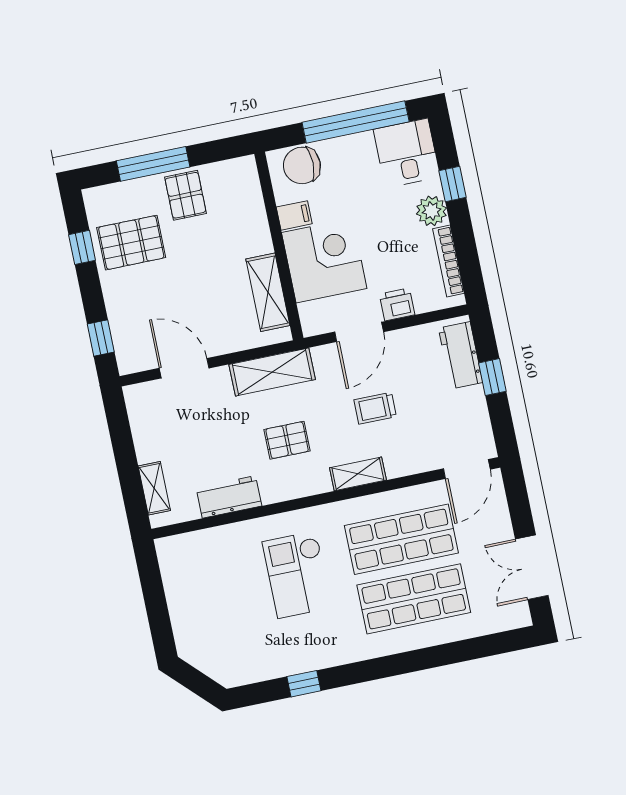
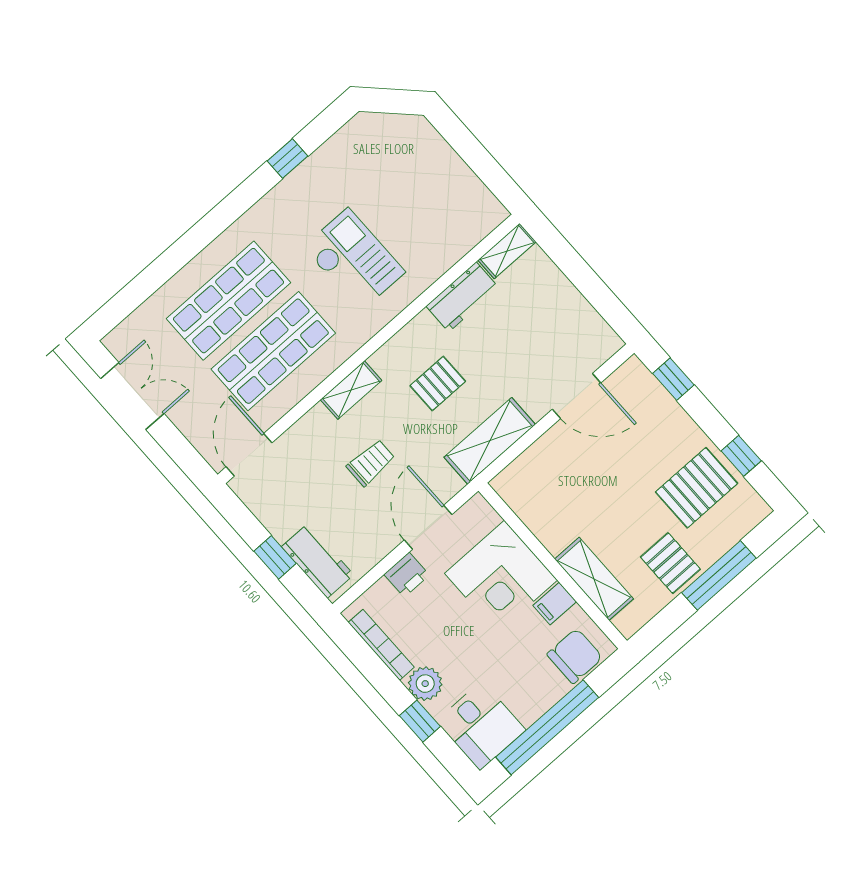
shelving: (268, 292) -> (594, 579), moved
shelving: (154, 488) -> (507, 251), moved, turned 90

